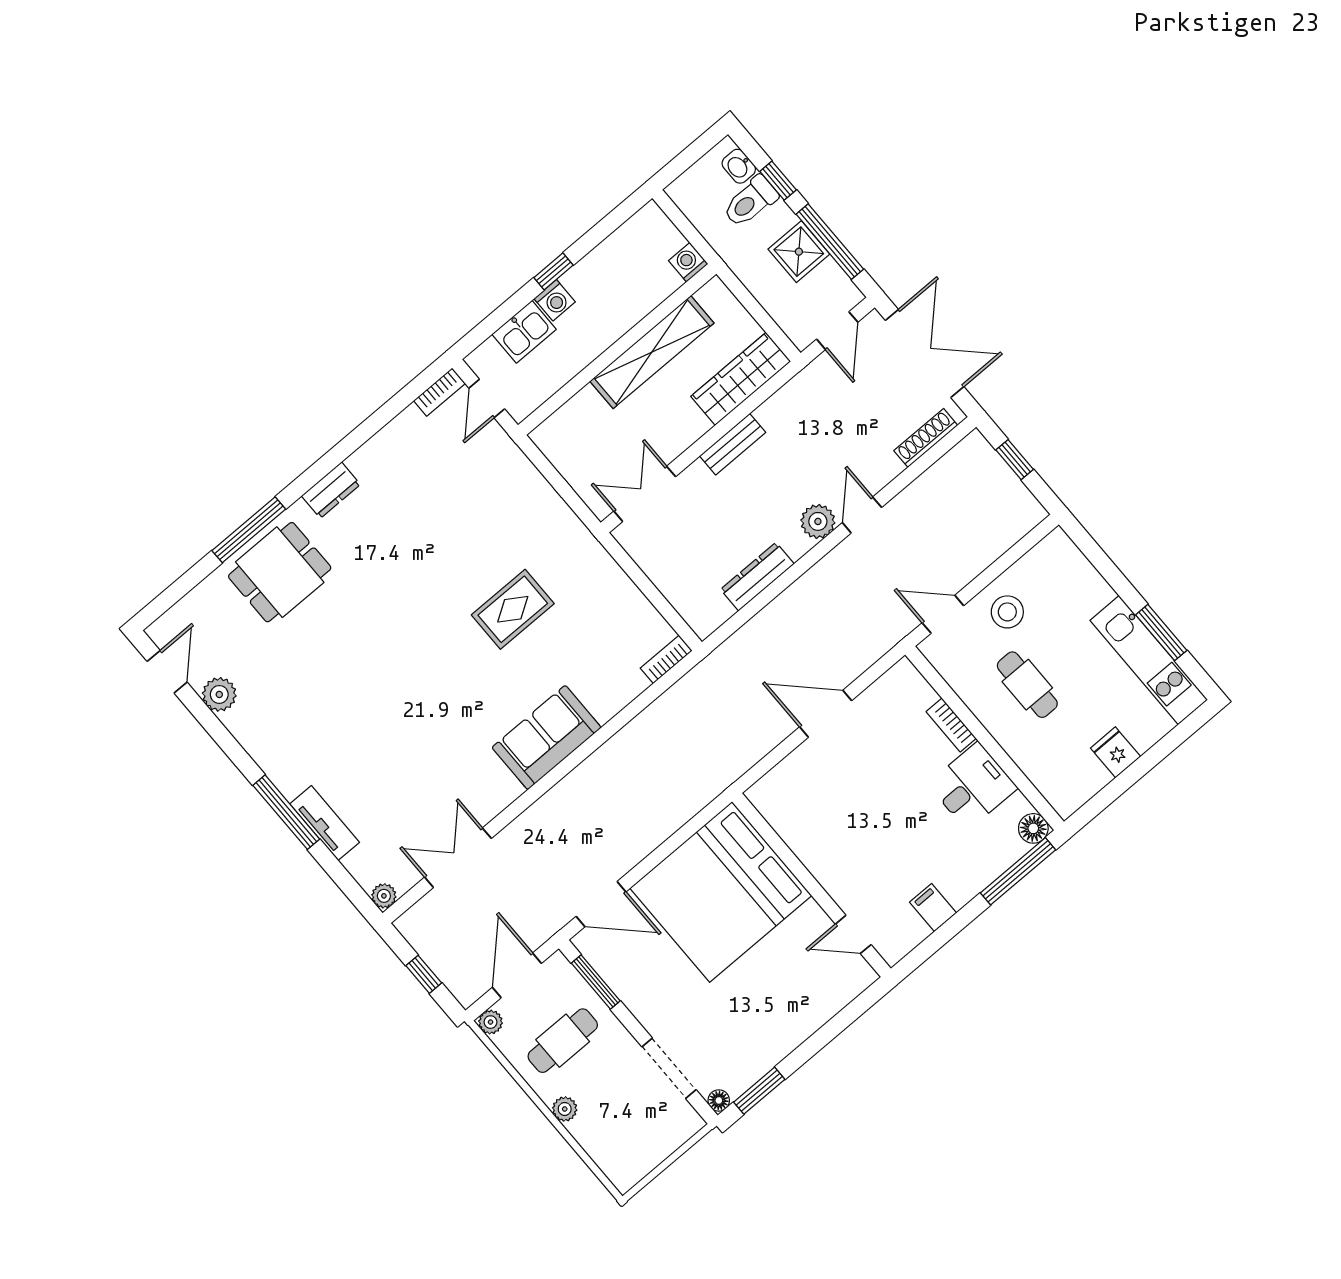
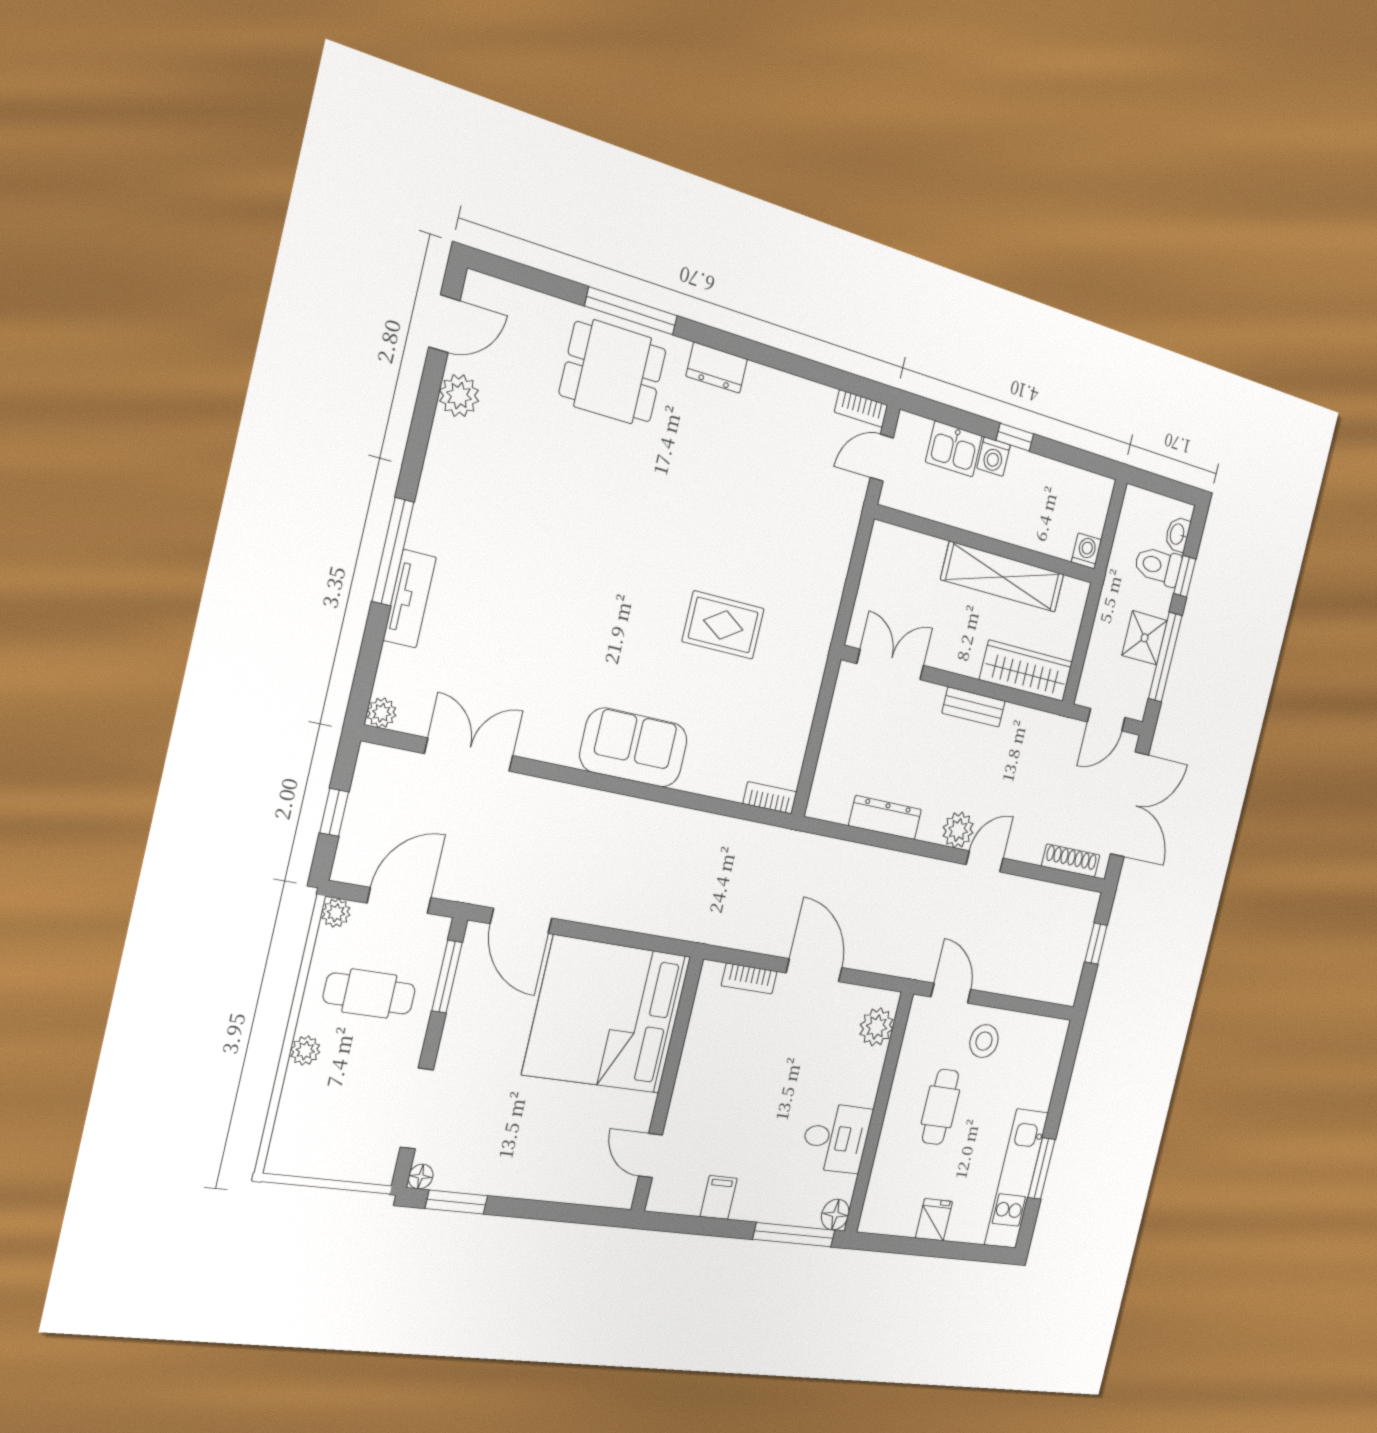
plant: (914, 694) -> (877, 1027), added
bookcase: (951, 725) -> (749, 978), moved, turned -90

